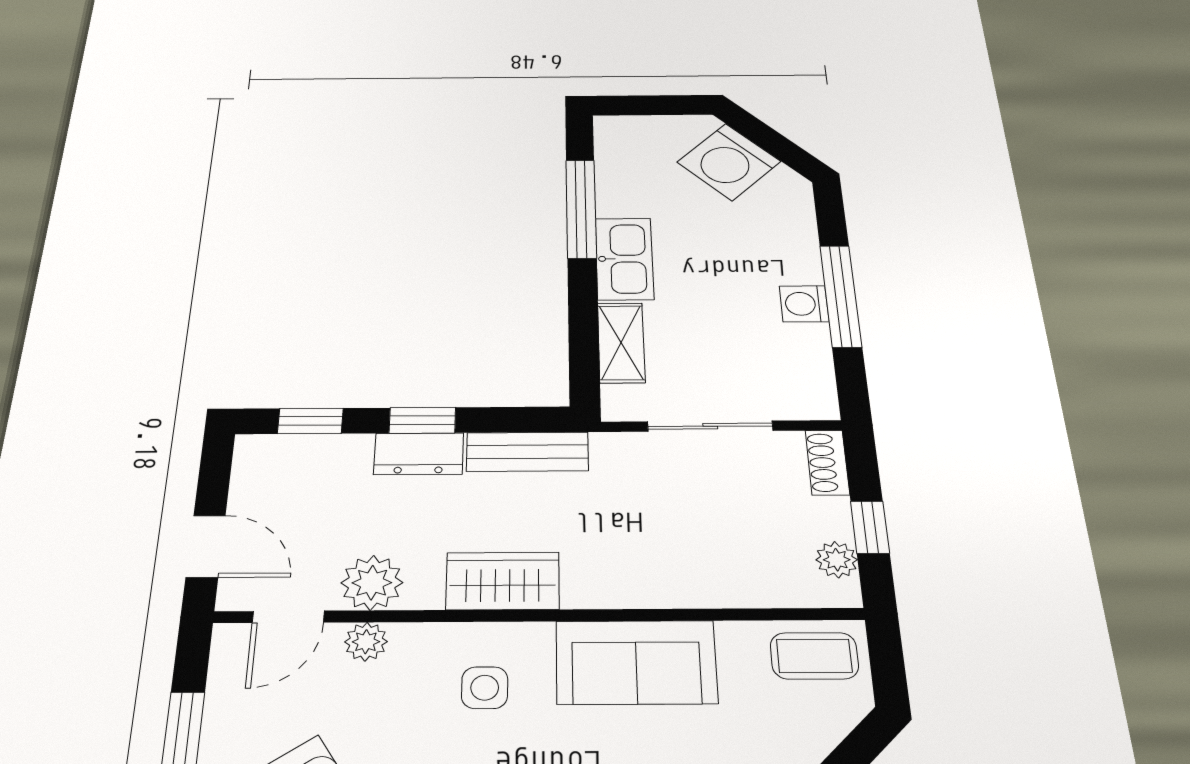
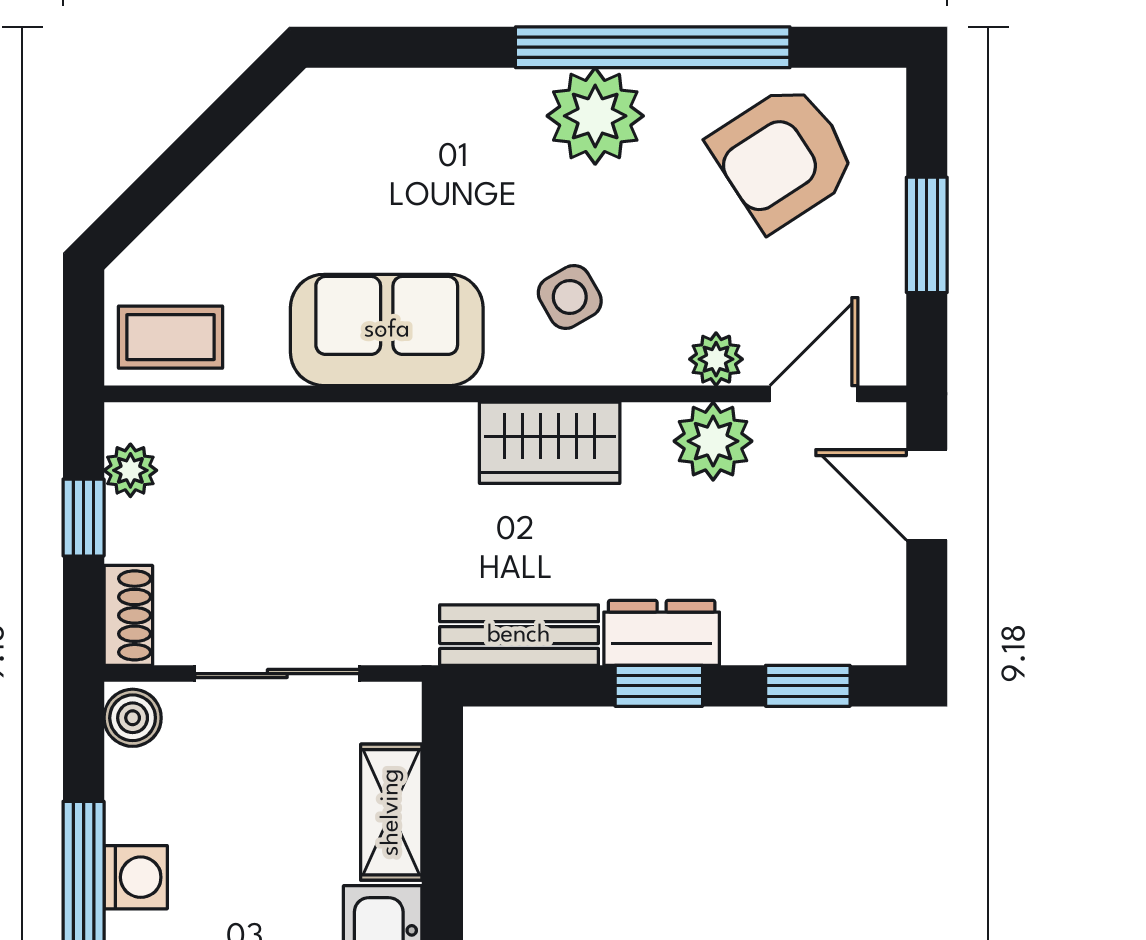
boiler: (817, 398) -> (133, 718), added
side table: (485, 688) -> (570, 297), turned -30

